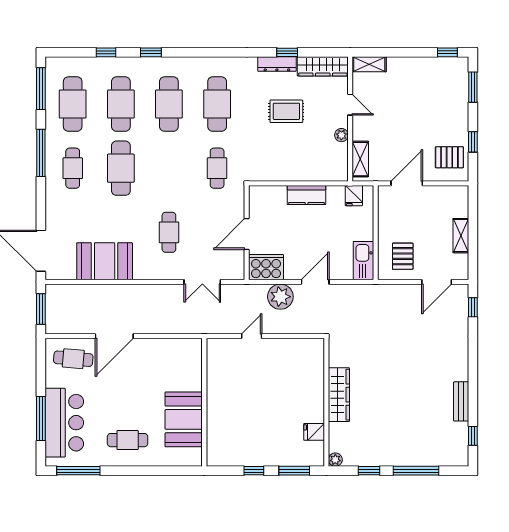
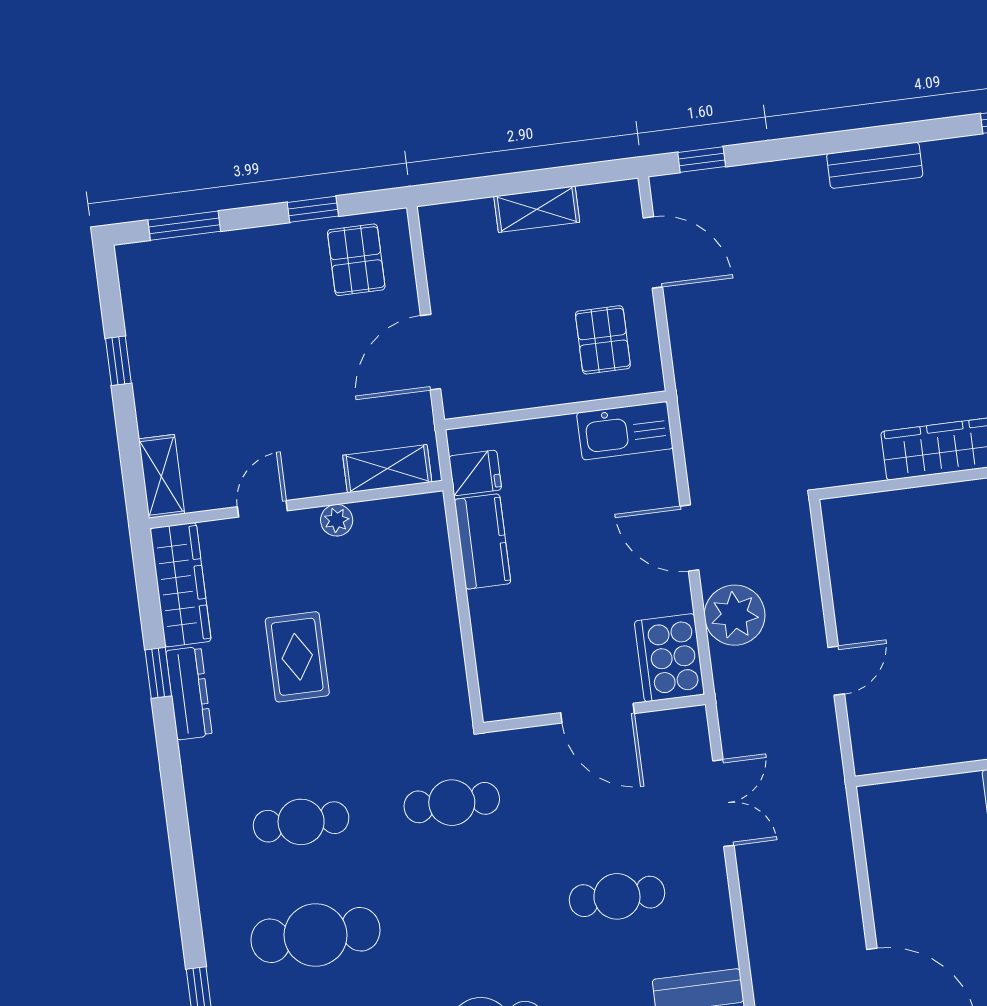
window: (447, 52) -> (118, 361), moved
cafe table: (217, 104) -> (301, 822), width x0.73, depth x0.74
door: (407, 183) -> (431, 352), hinge flipped
kitchen counter: (307, 195) -> (483, 541), moved
pallet: (403, 256) -> (603, 340), turned 90
door: (252, 336) -> (836, 671), swing flipped
bench: (461, 401) -> (875, 165), moved

